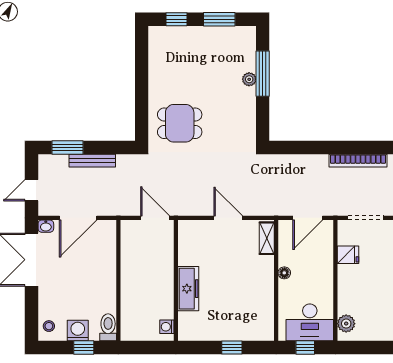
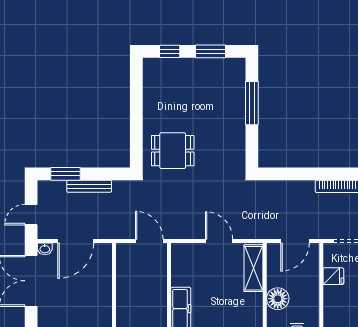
plant: (249, 79) -> (239, 109), removed
shelving: (267, 238) -> (254, 268), width x1.50, depth x1.33
floor lamp: (284, 273) -> (278, 299), width x1.89, depth x1.89

